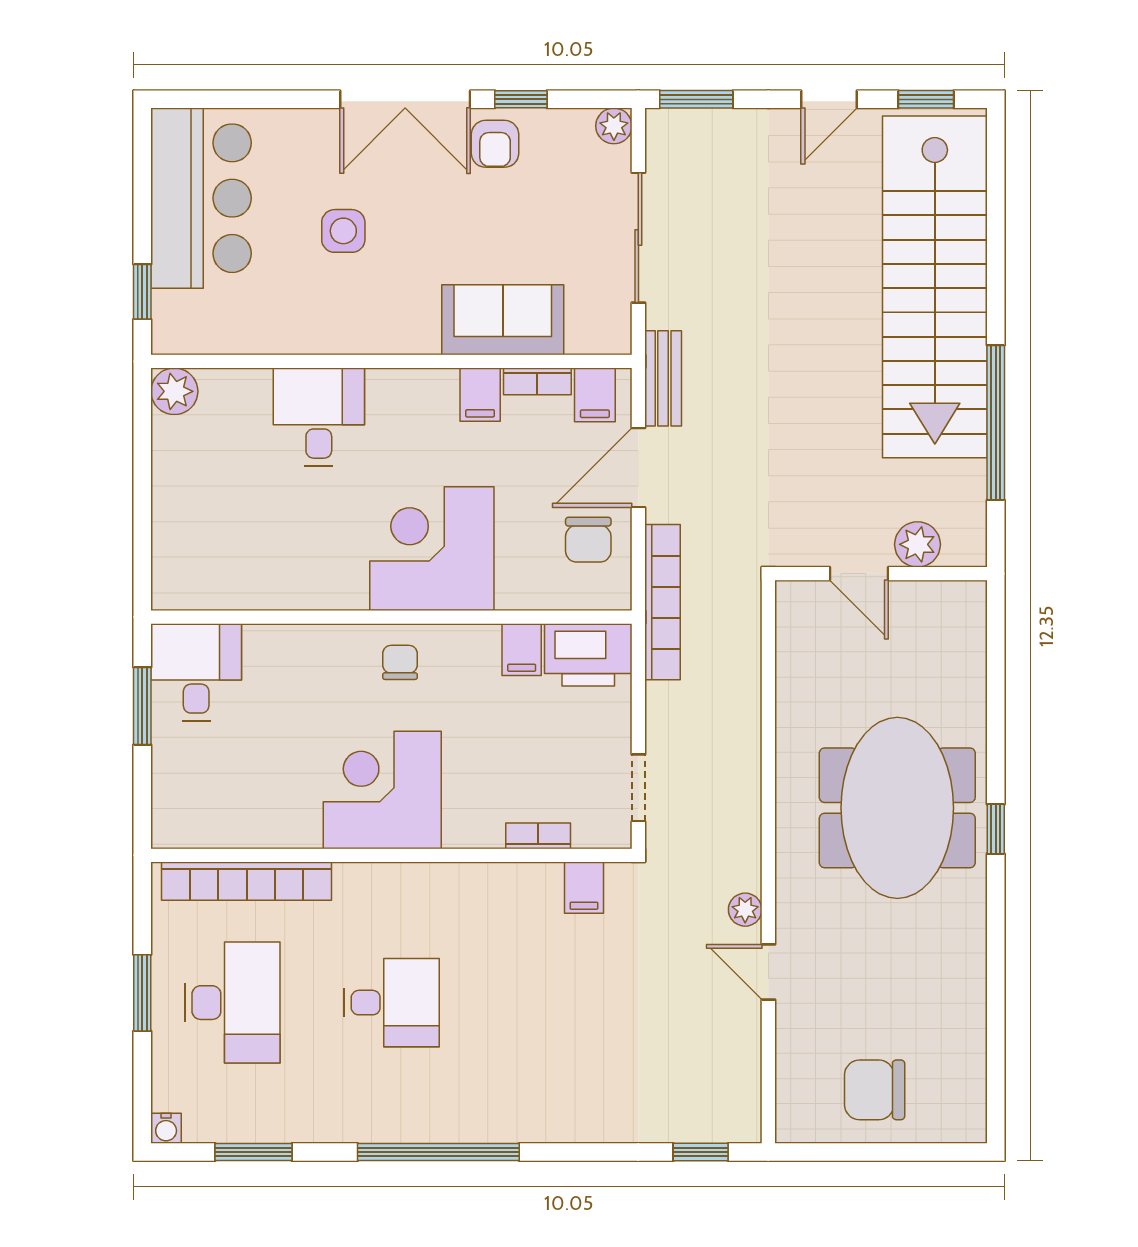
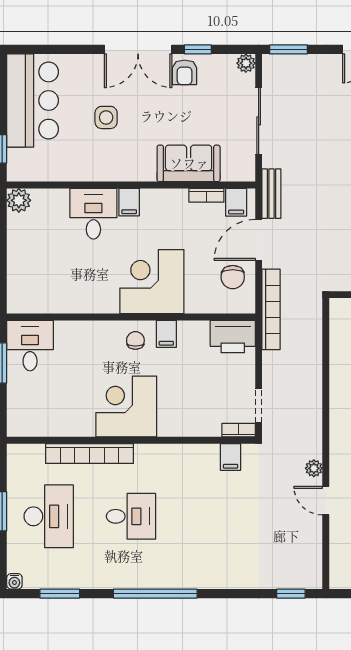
filing cabinet: (480, 395) -> (129, 202), moved
filing cabinet: (522, 650) -> (166, 334), moved
bookcase: (538, 836) -> (239, 430), moved
bookcase: (247, 881) -> (90, 454), moved

